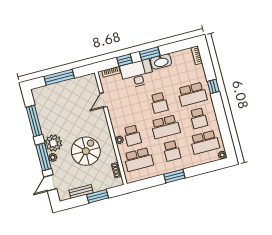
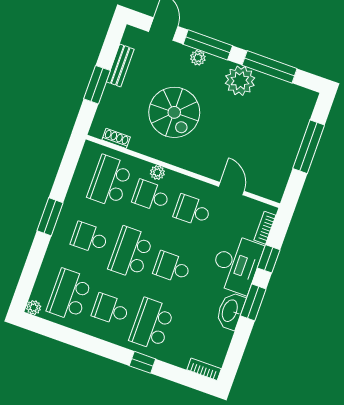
school desk: (126, 111) -> (192, 210), added
plant: (53, 143) -> (240, 81), moved

